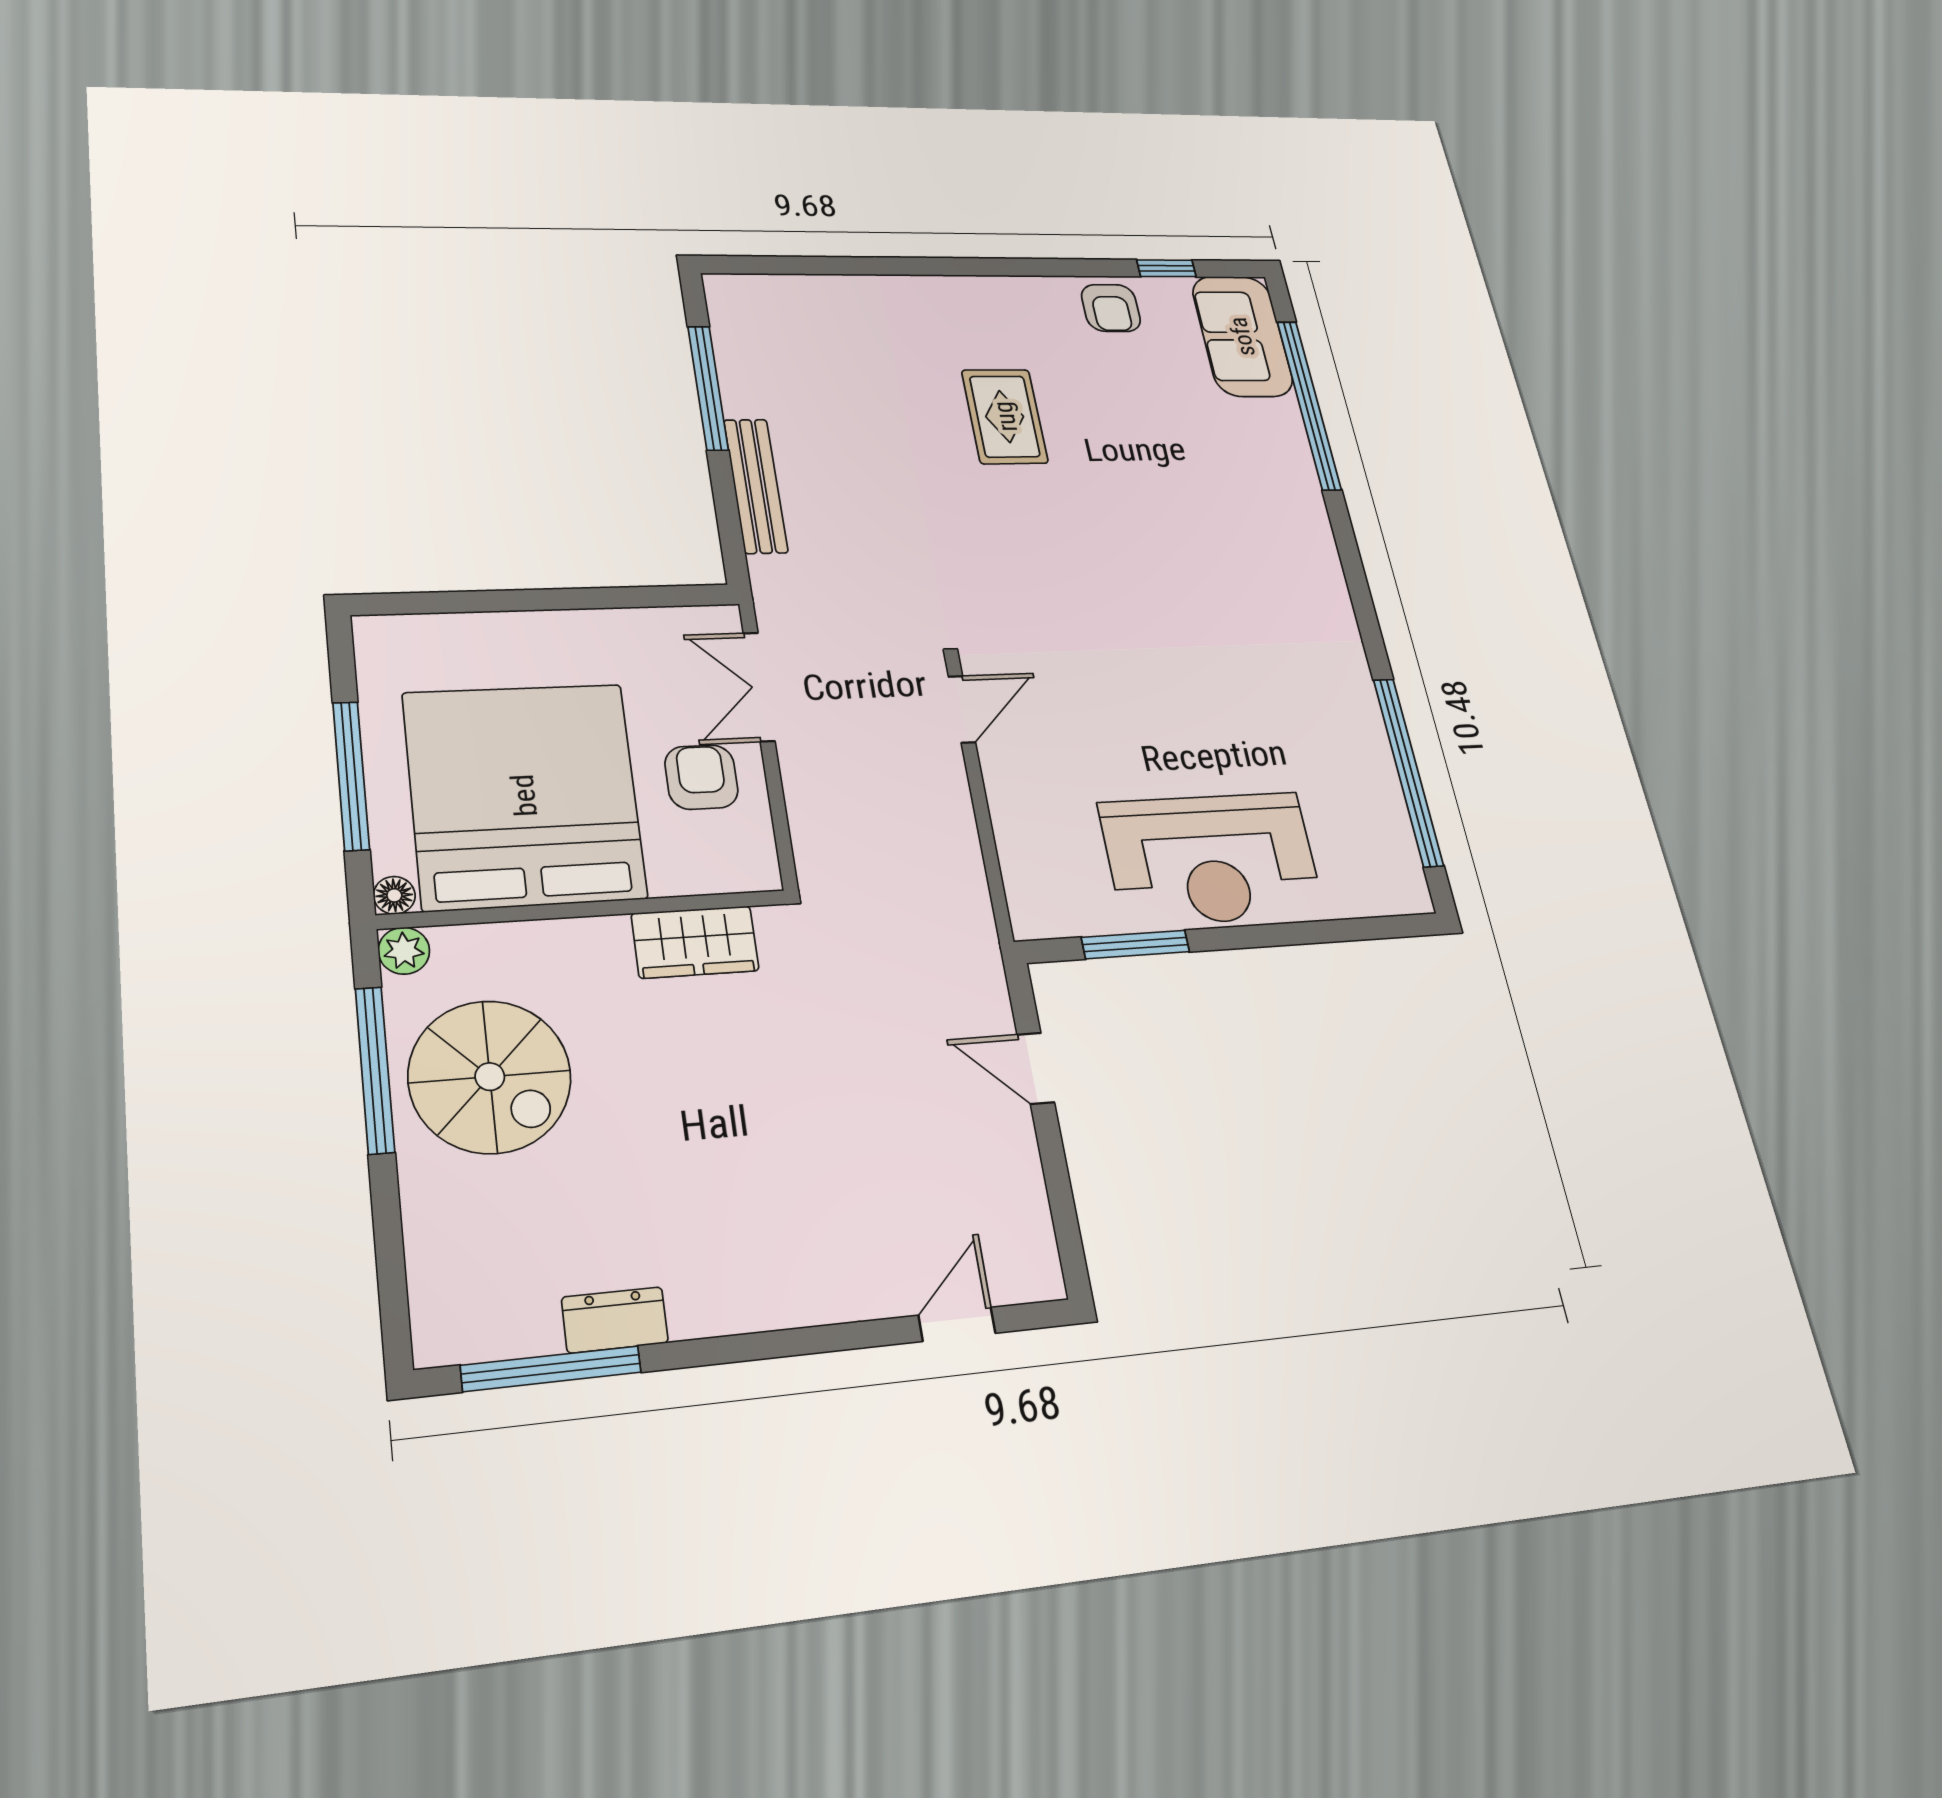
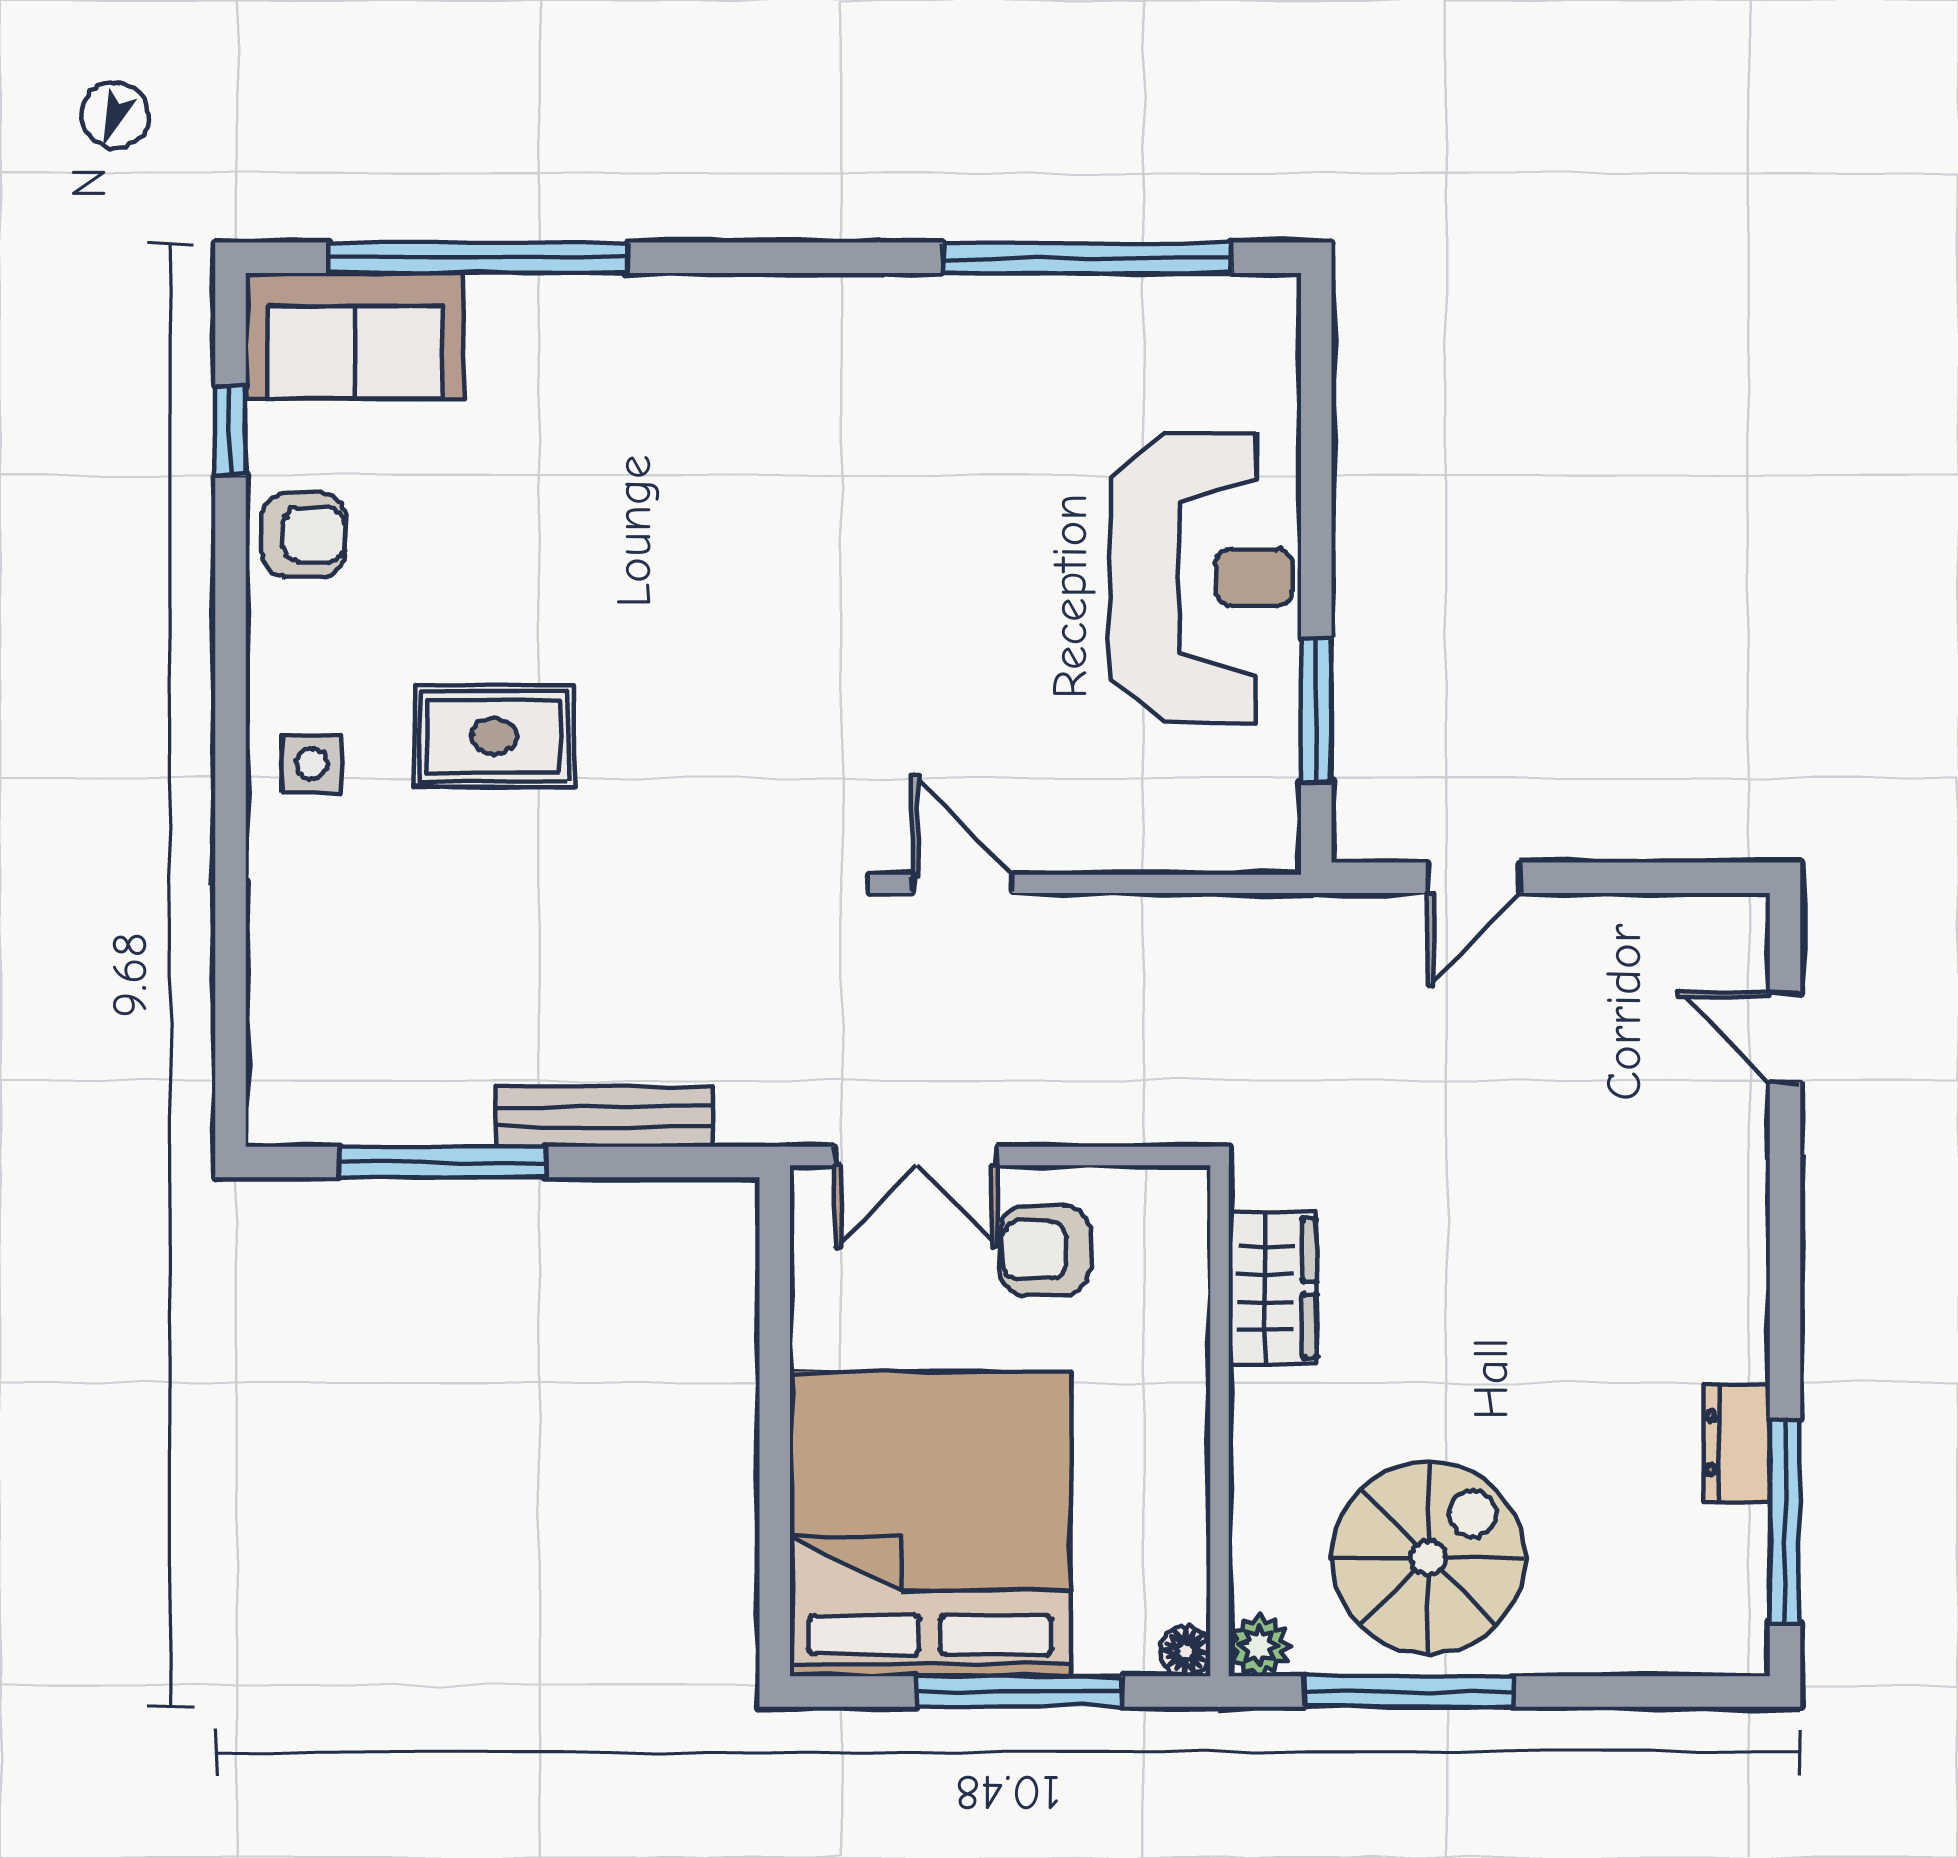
side table: (965, 312) -> (312, 764), added
bed: (524, 795) -> (930, 1524), moved, turned 90

